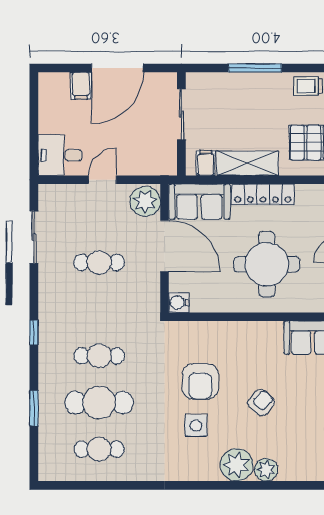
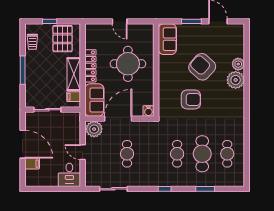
armchair: (261, 402) -> (202, 67), width x1.88, depth x1.88
side table: (196, 426) -> (215, 102), removed

